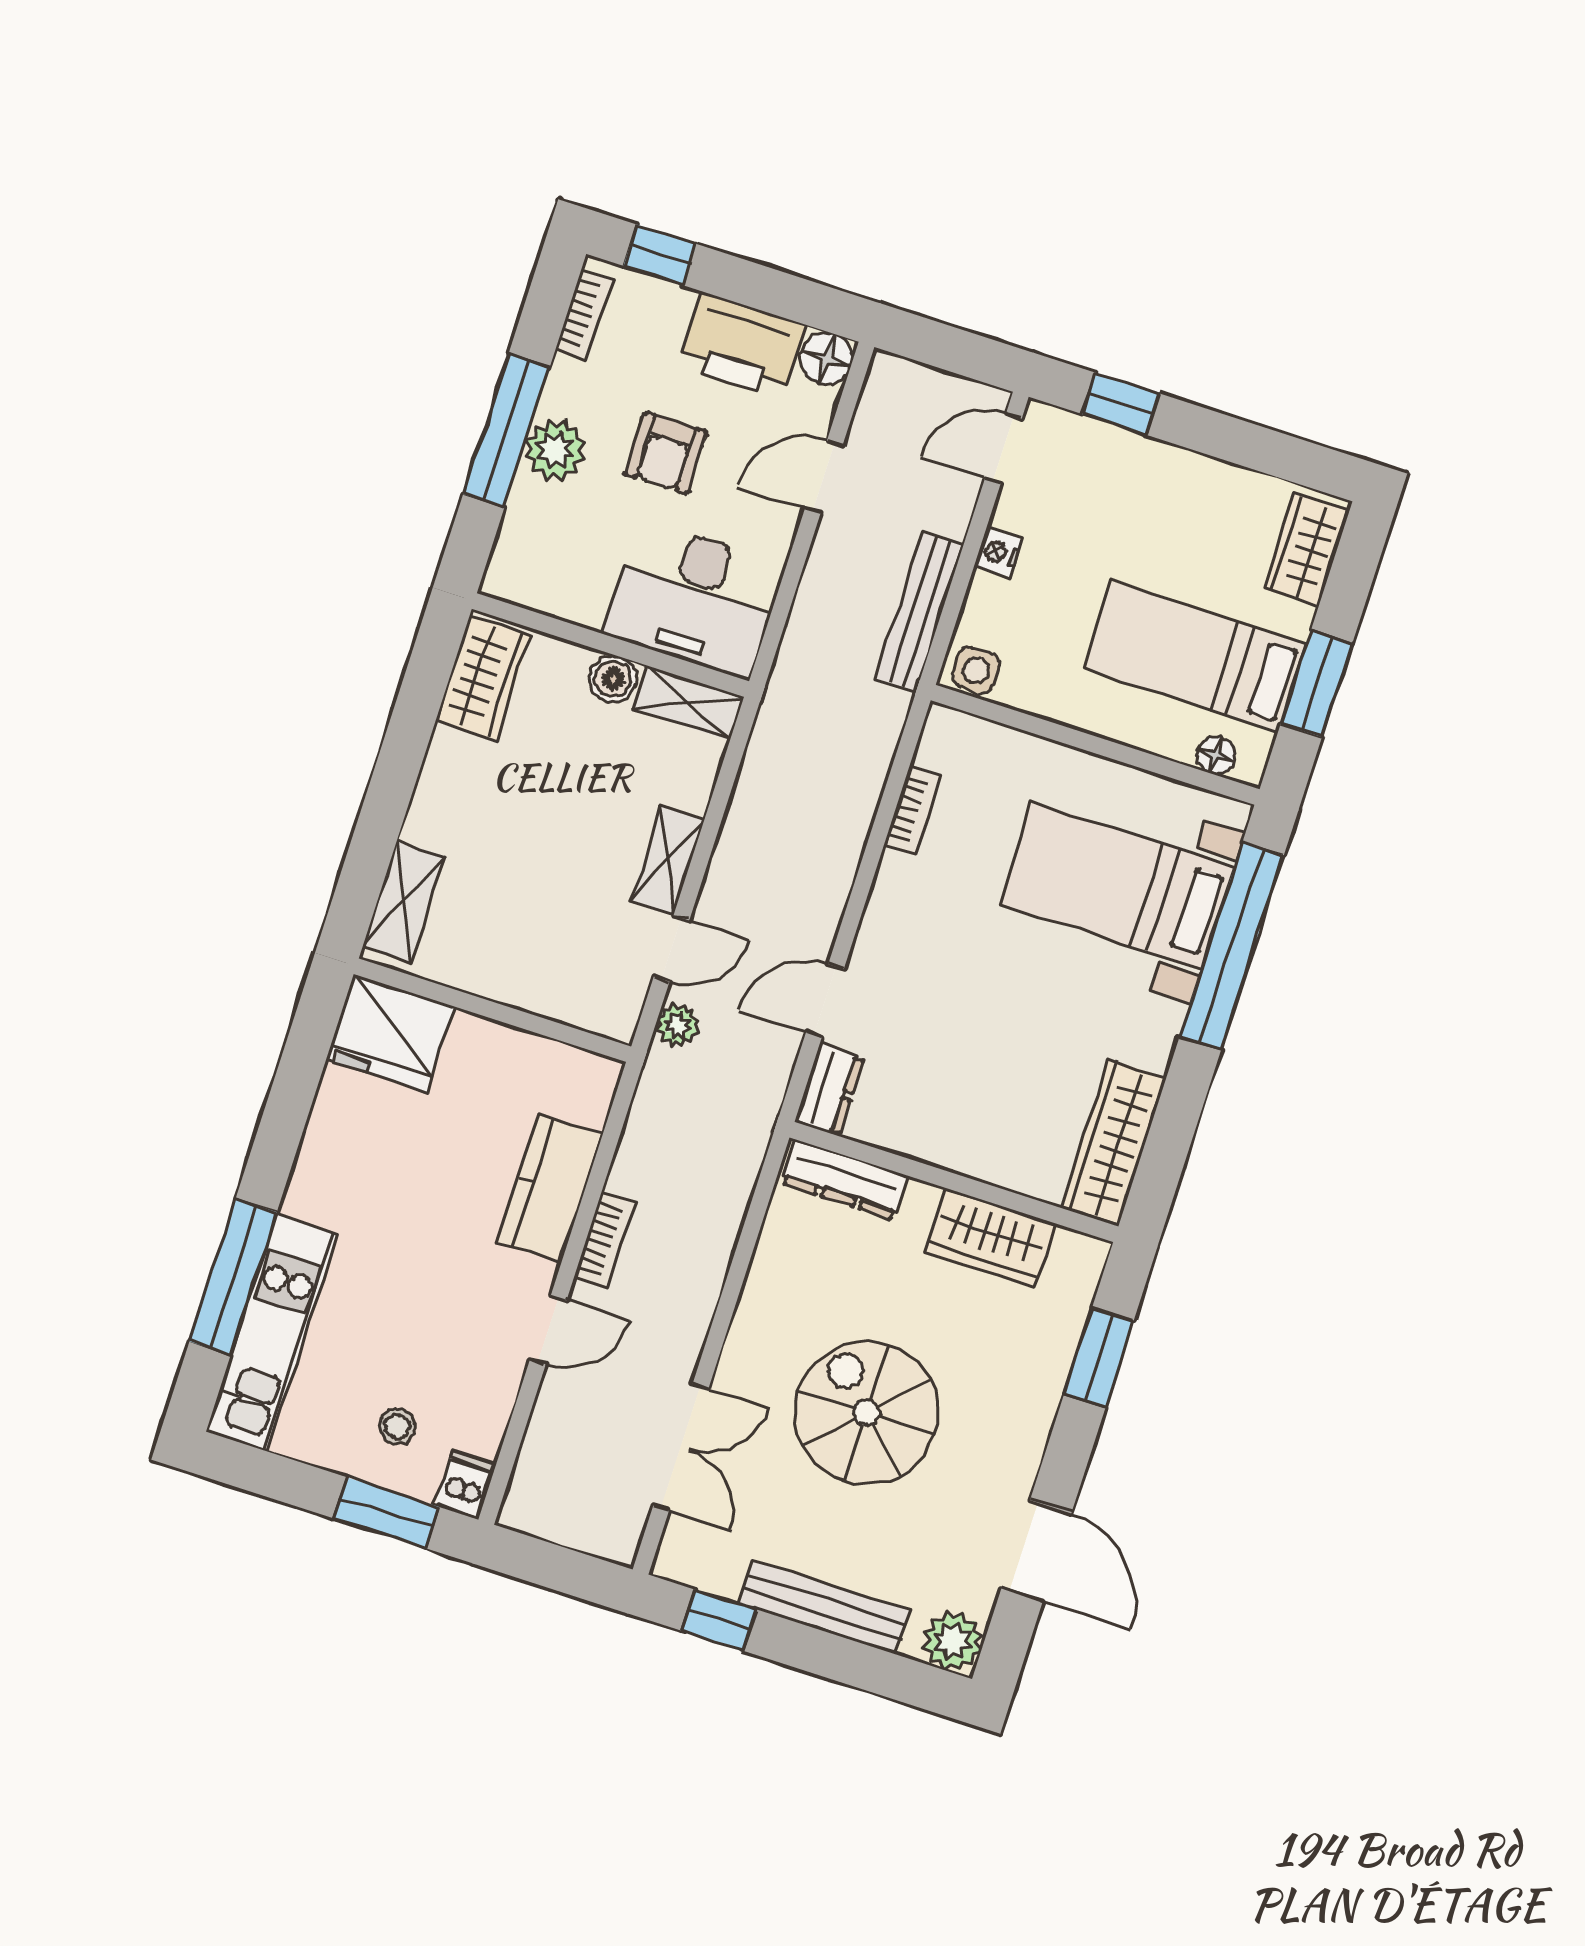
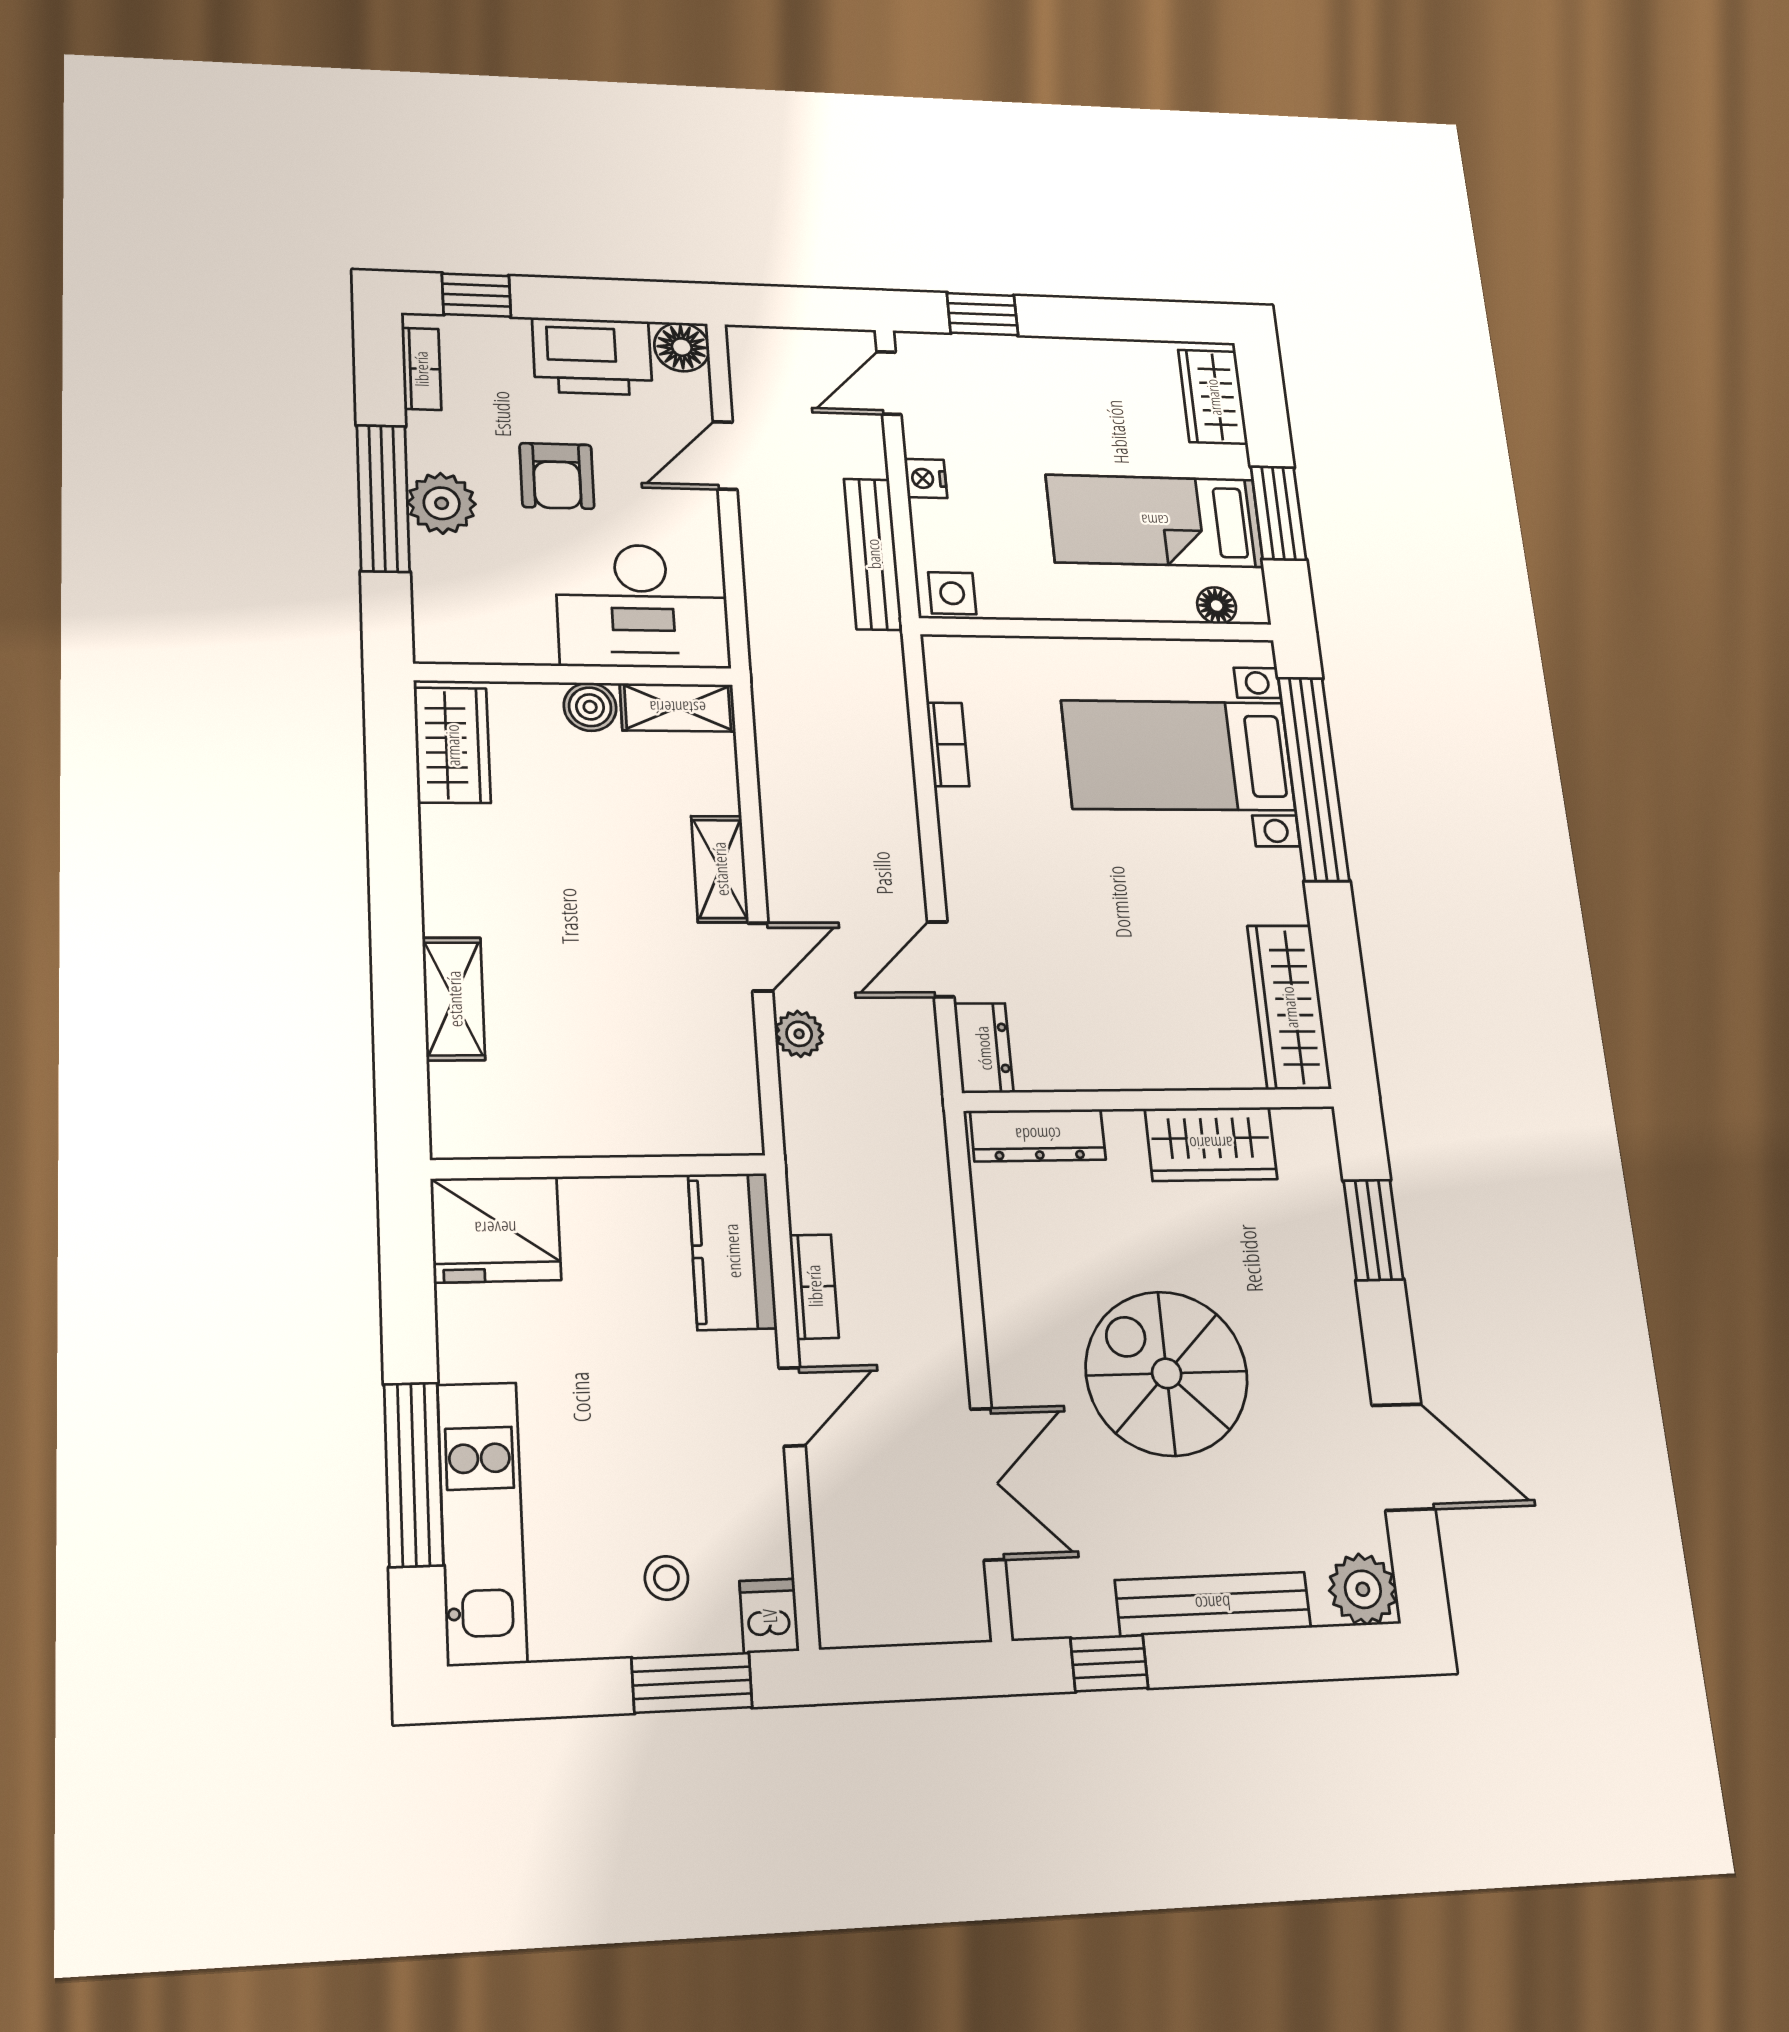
wall: (492, 1010) -> (600, 1167), moved
fridge: (390, 1033) -> (496, 1229), moved

